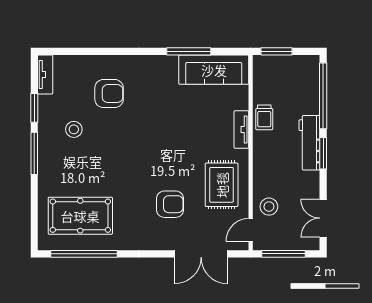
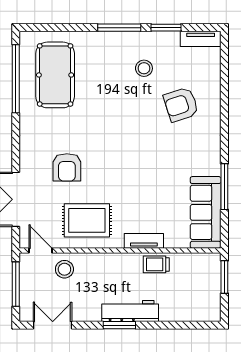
armchair: (109, 94) -> (181, 105), turned 72
window: (323, 96) -> (179, 325), removed

